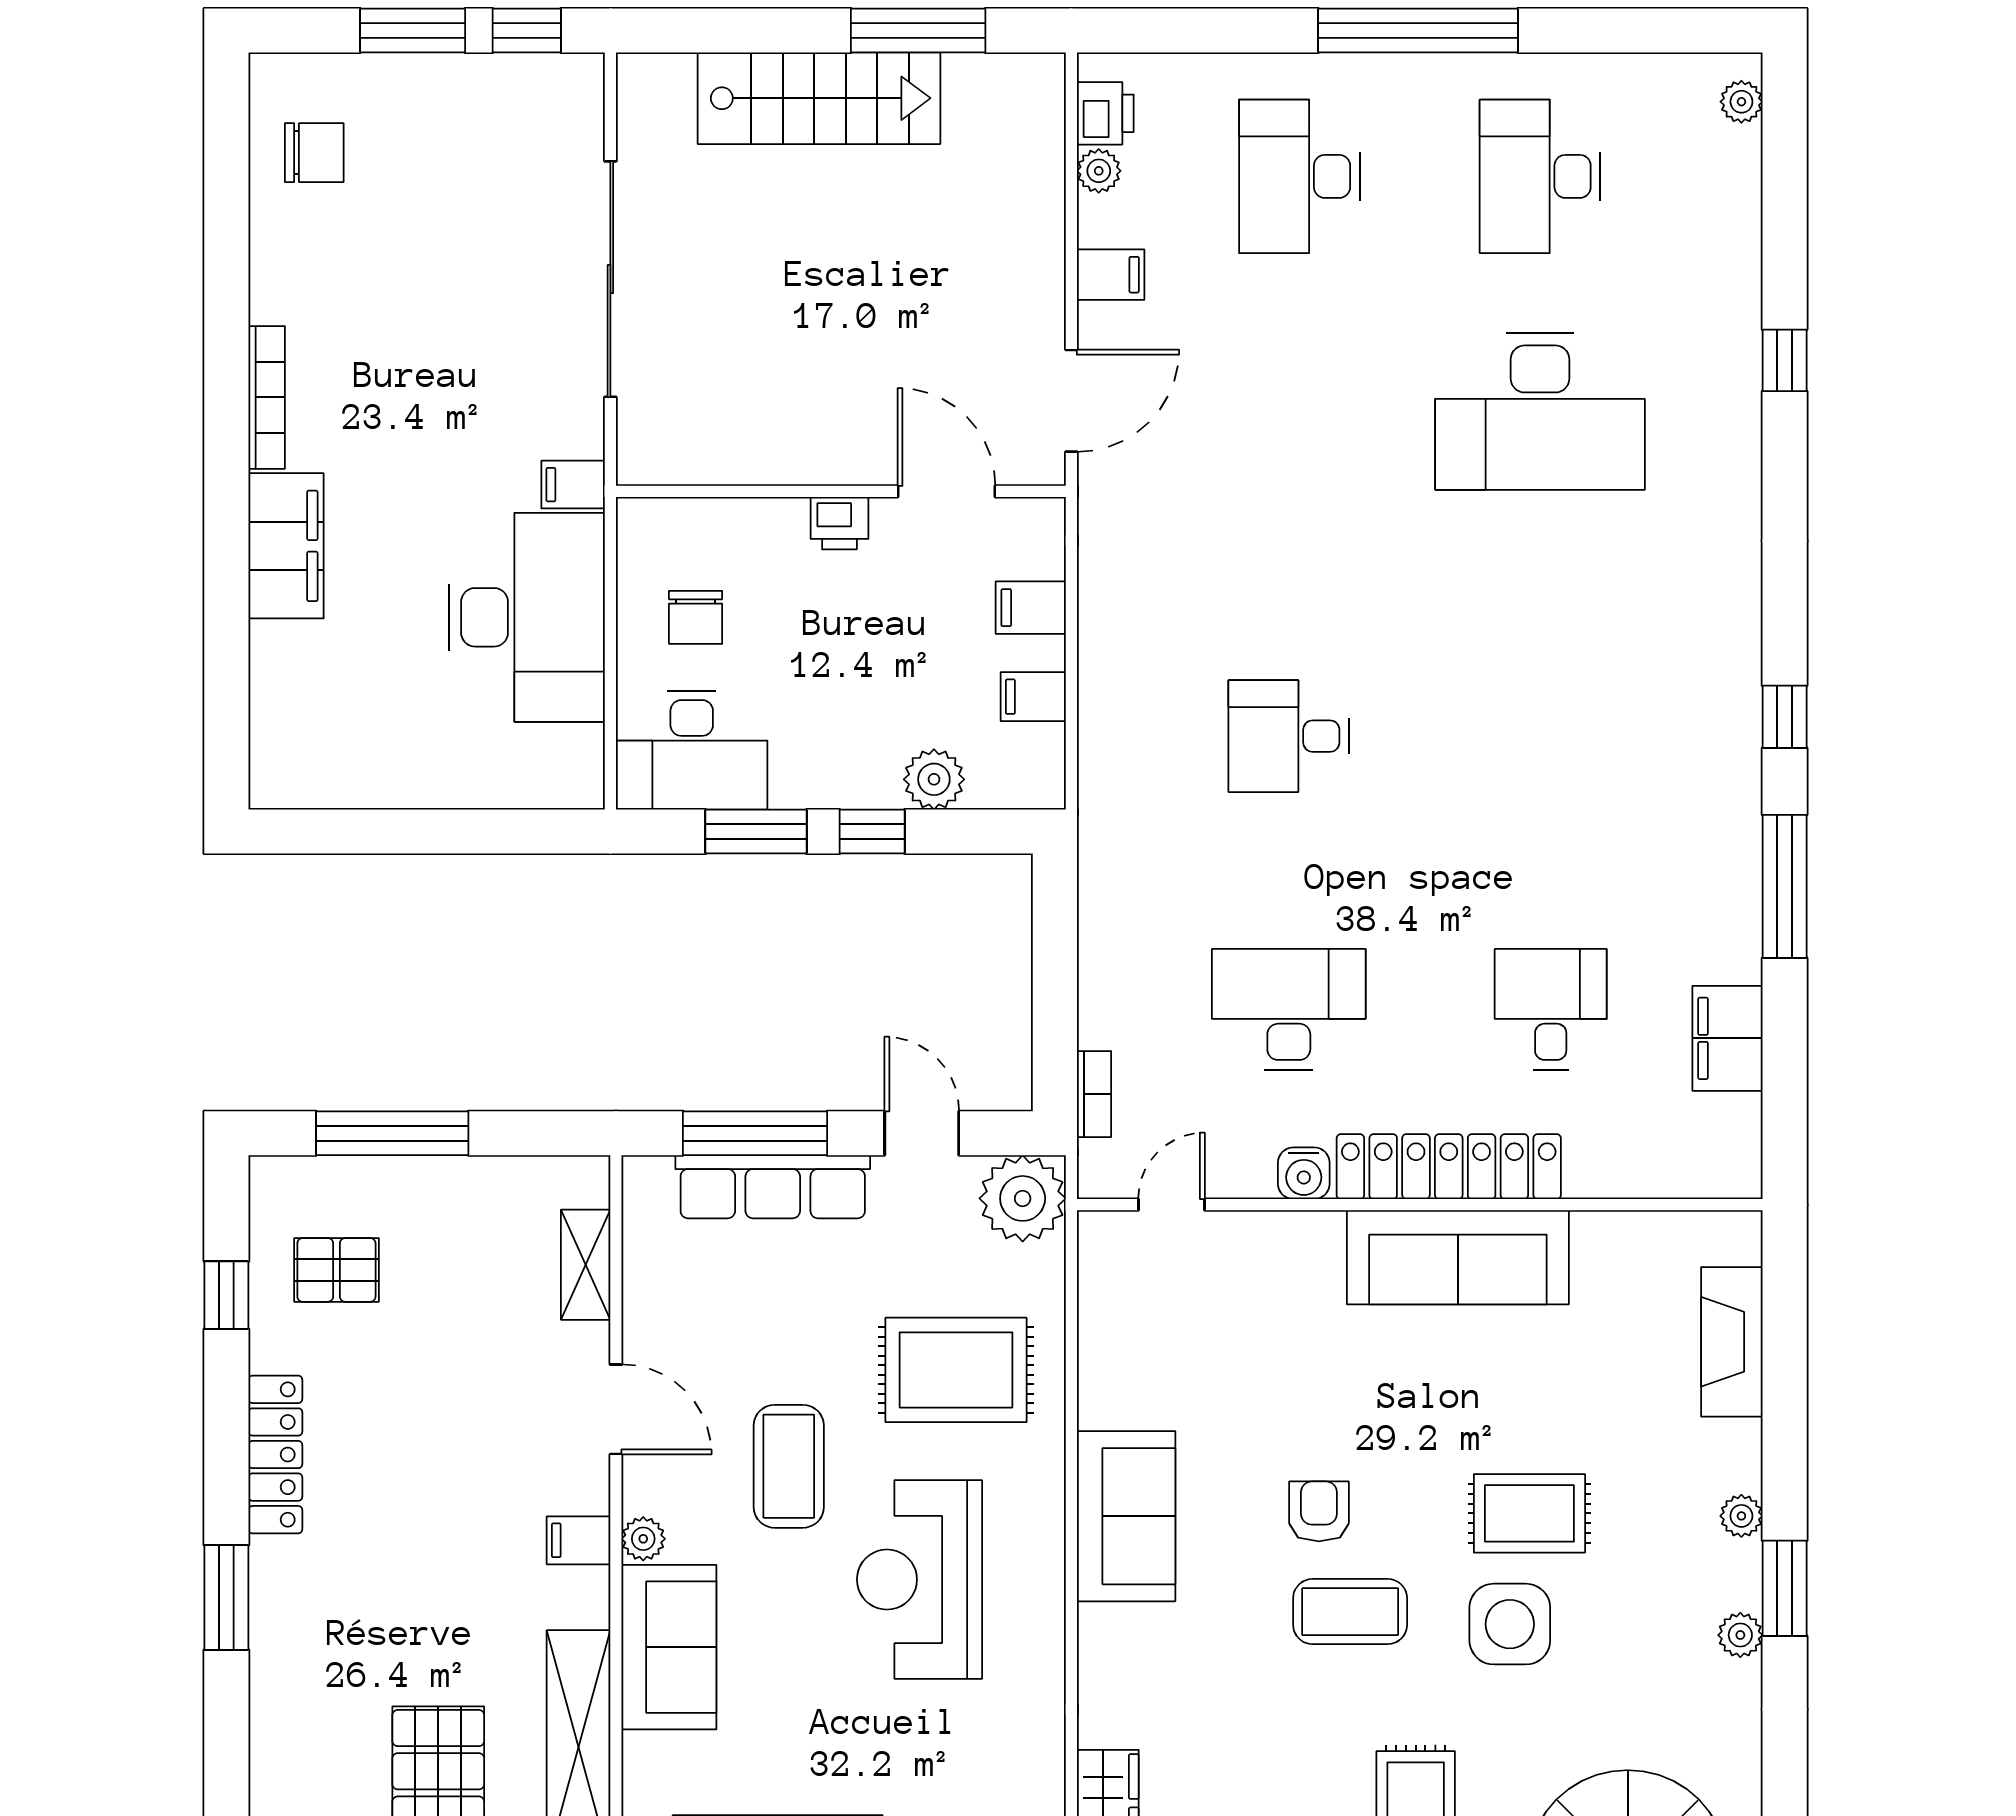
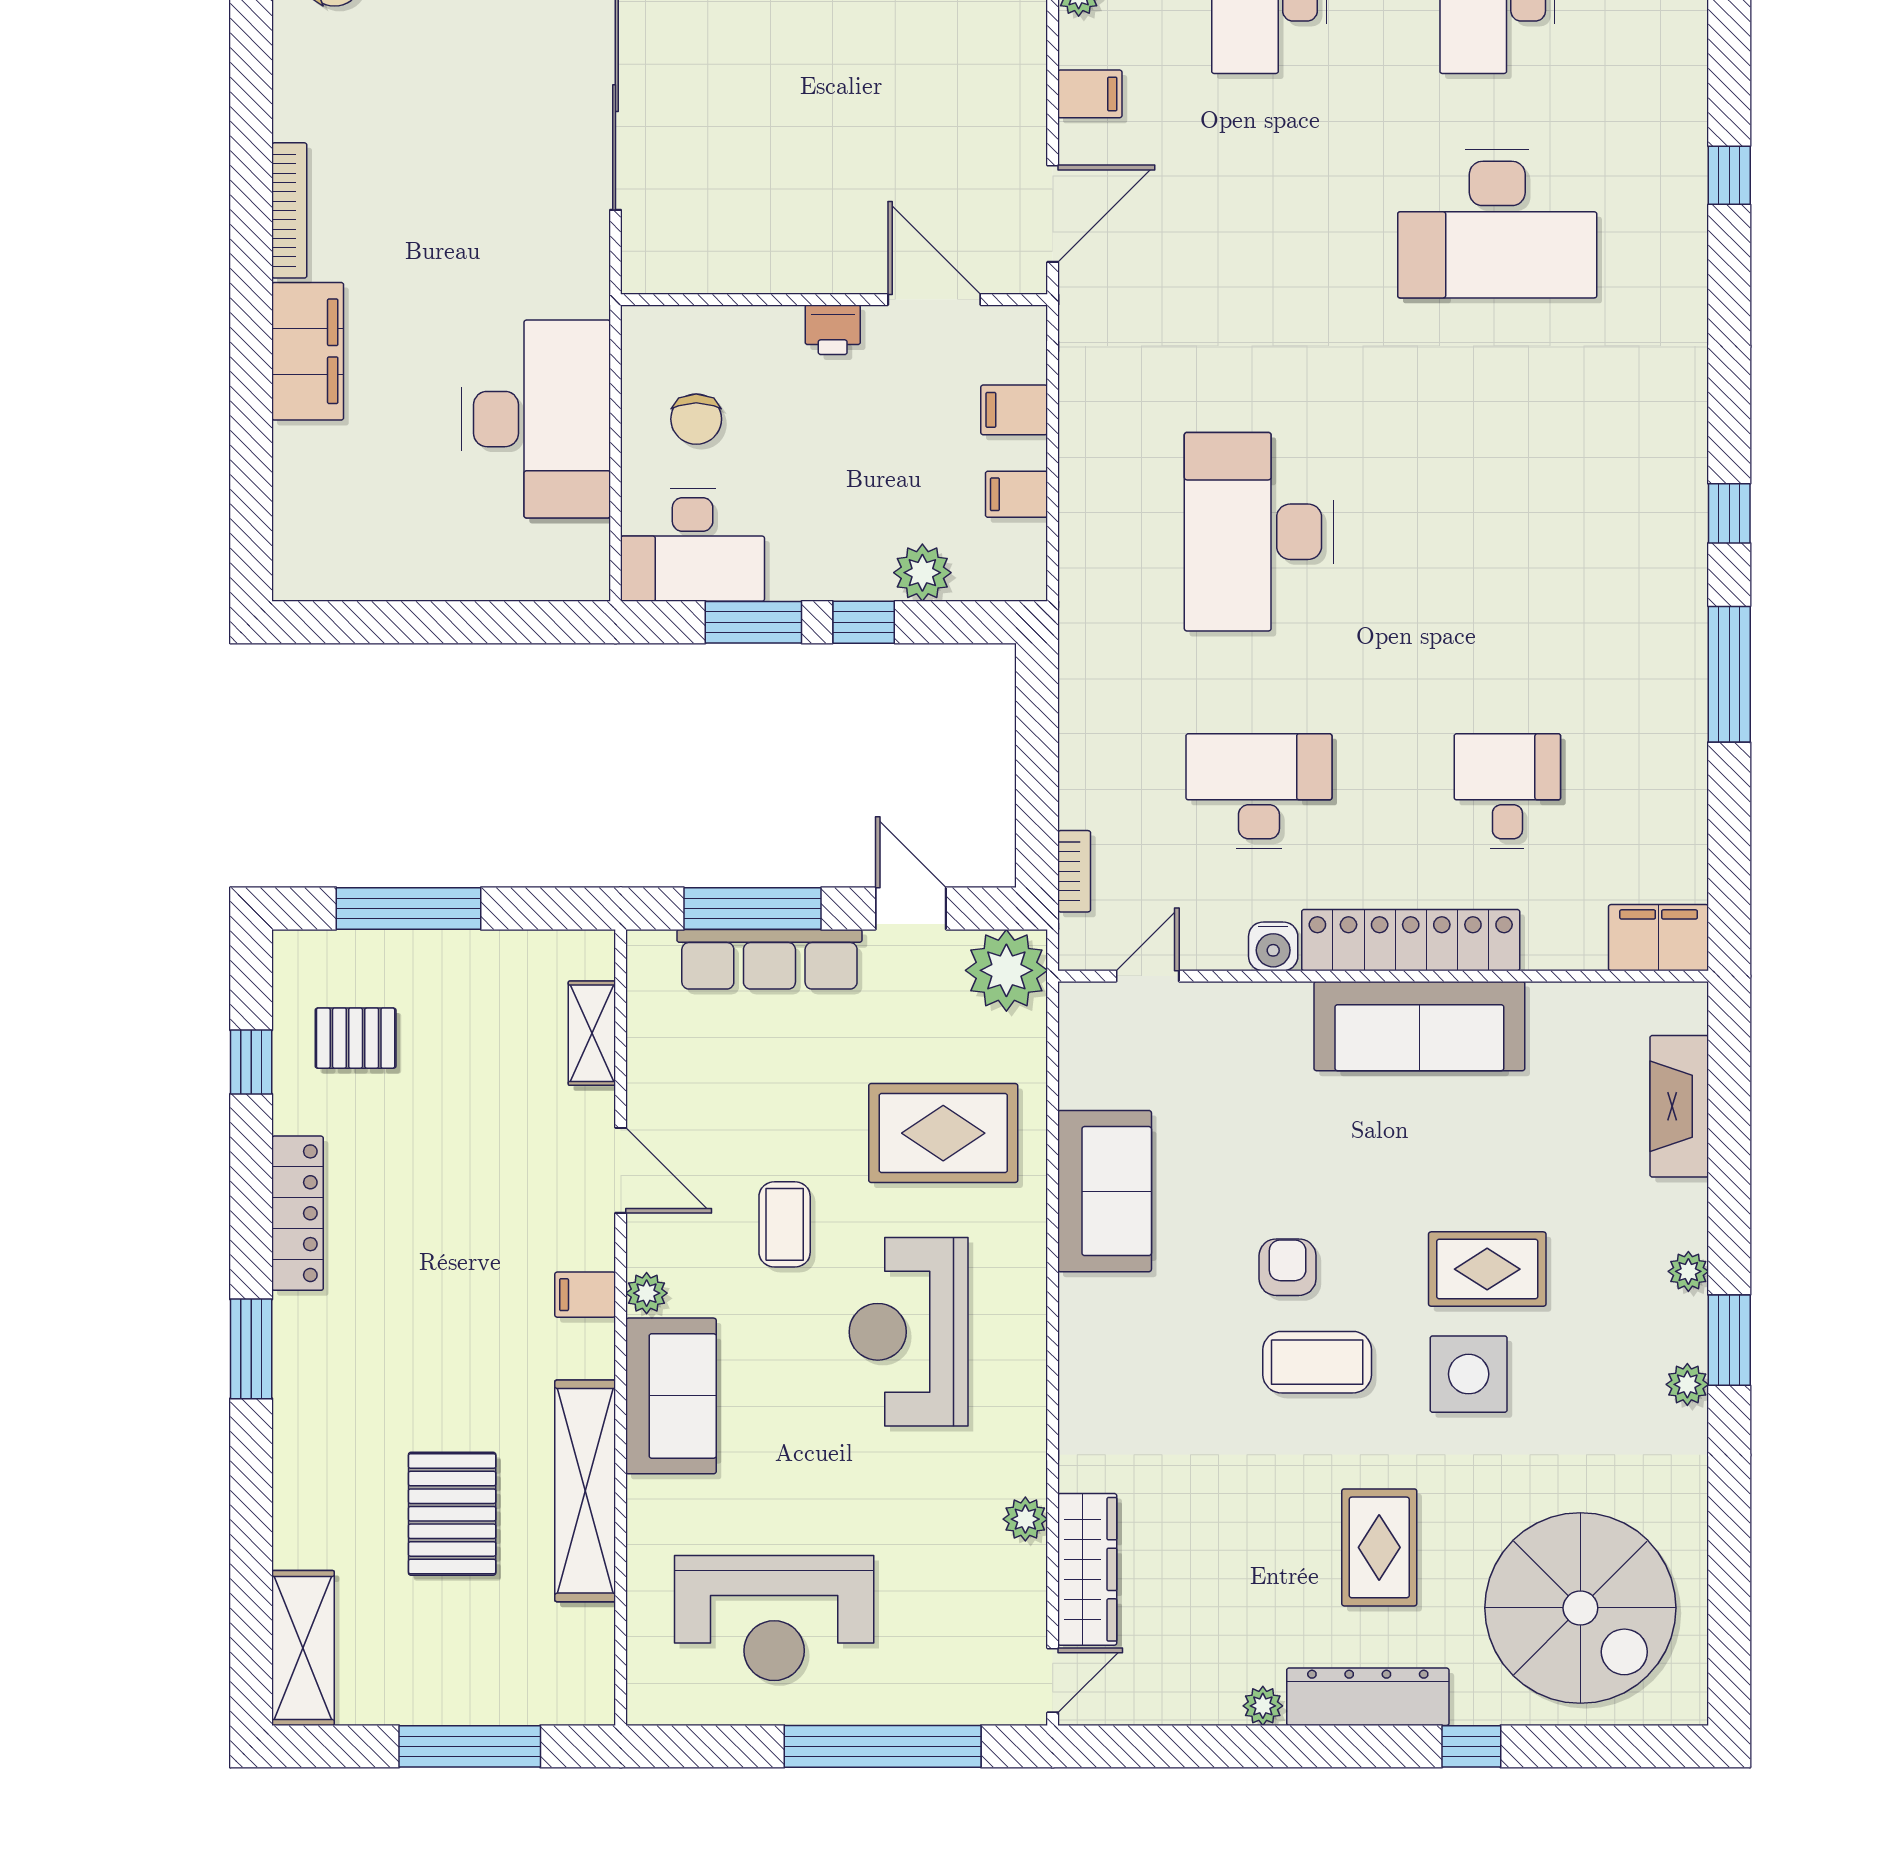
filing cabinet: (573, 485) -> (580, 293), removed
desk: (1289, 736) -> (1259, 532), width x1.87, depth x1.30
filing cabinet: (1728, 1038) -> (1659, 938), moved, turned 90
coffee table: (789, 1466) -> (785, 1224), width x0.73, depth x0.77
sofa: (1126, 1516) -> (1105, 1191), moved
plant: (1043, 1777) -> (1025, 1519), added

